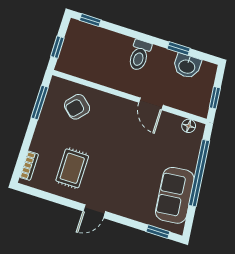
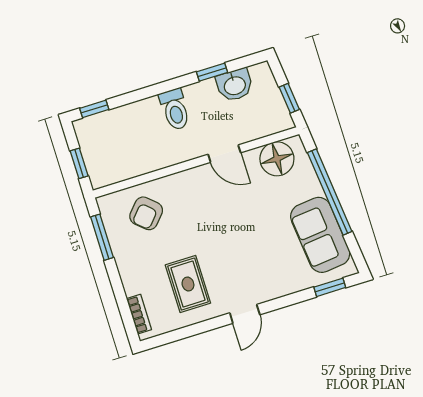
floor lamp: (189, 126) -> (277, 159), width x1.89, depth x1.89

